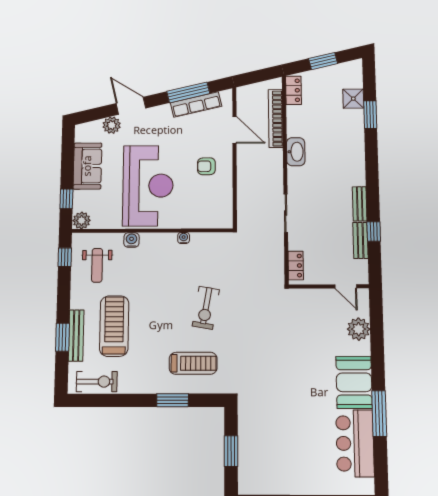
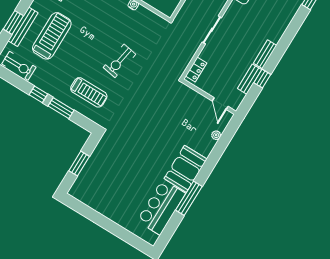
plant: (359, 329) -> (216, 135), width x0.53, depth x0.53
window: (138, 400) -> (38, 94), added

